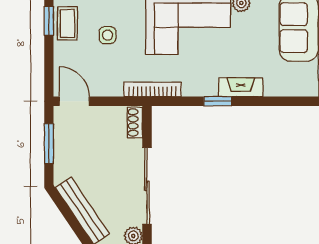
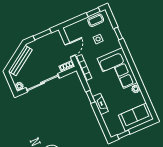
door: (74, 101) -> (70, 50), moved

